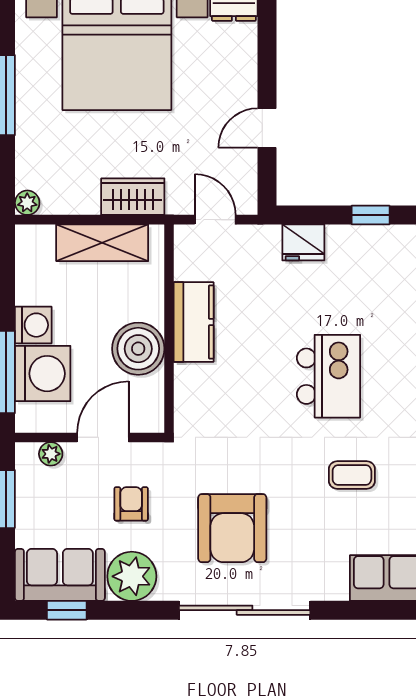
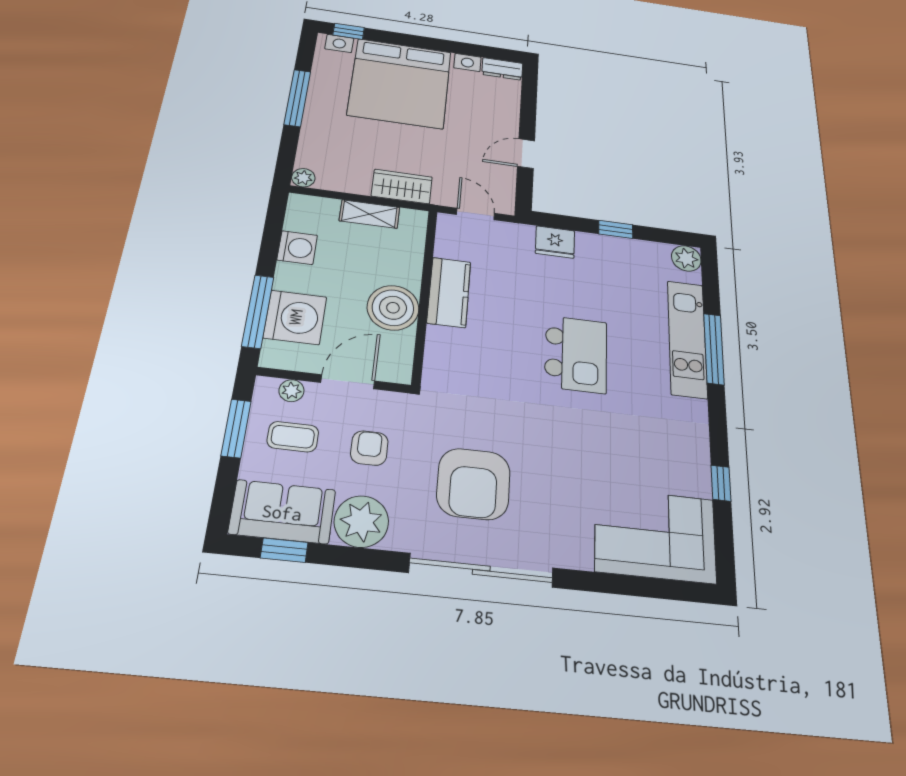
shelving: (102, 243) -> (369, 214), width x0.67, depth x0.75
washing machine: (33, 325) -> (297, 248), moved
coffee table: (352, 475) -> (293, 437), moved

